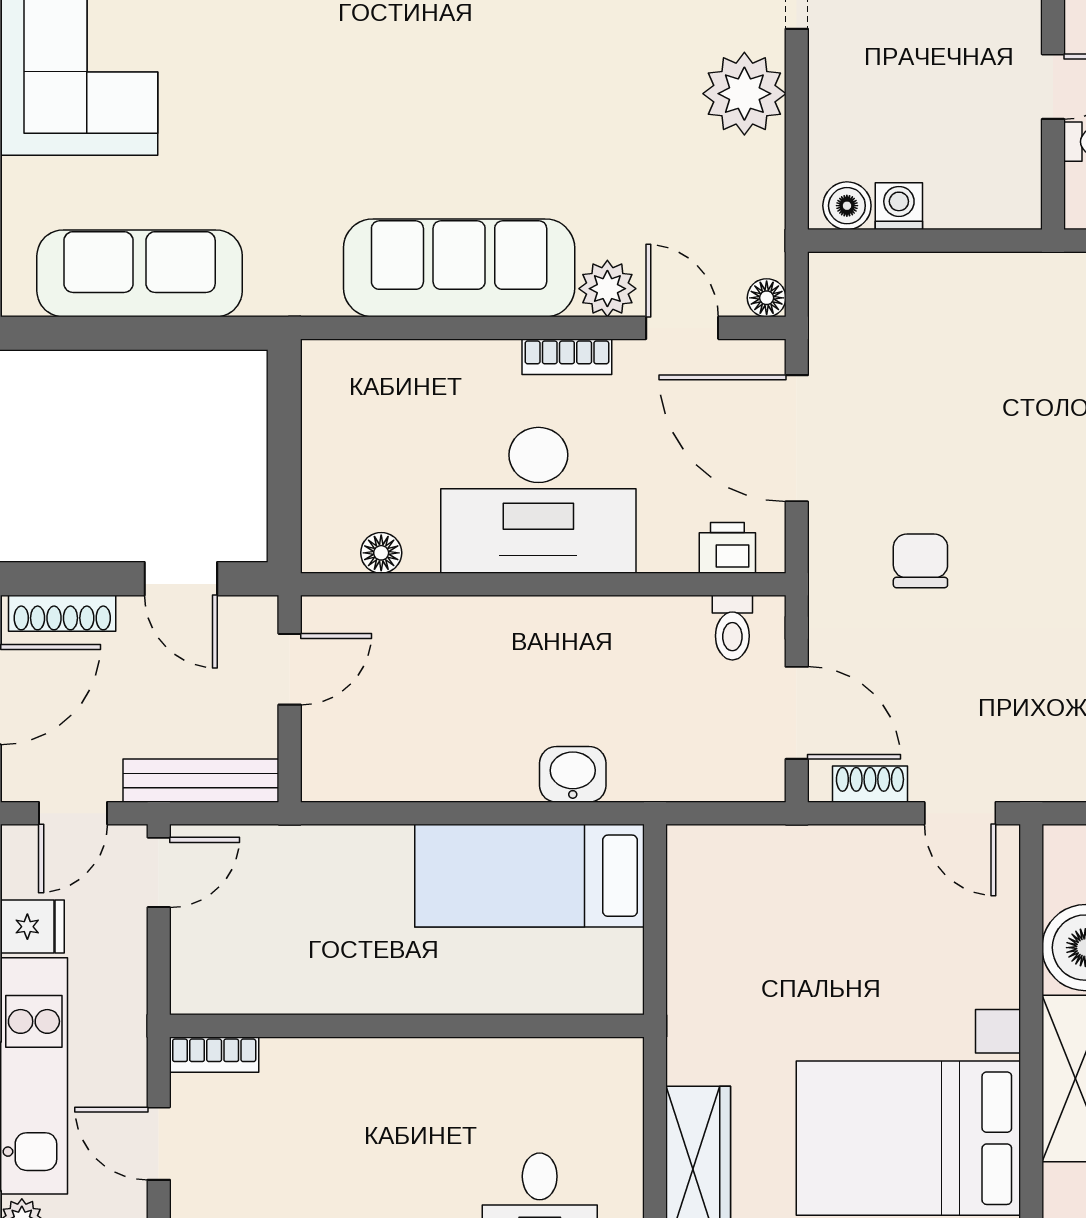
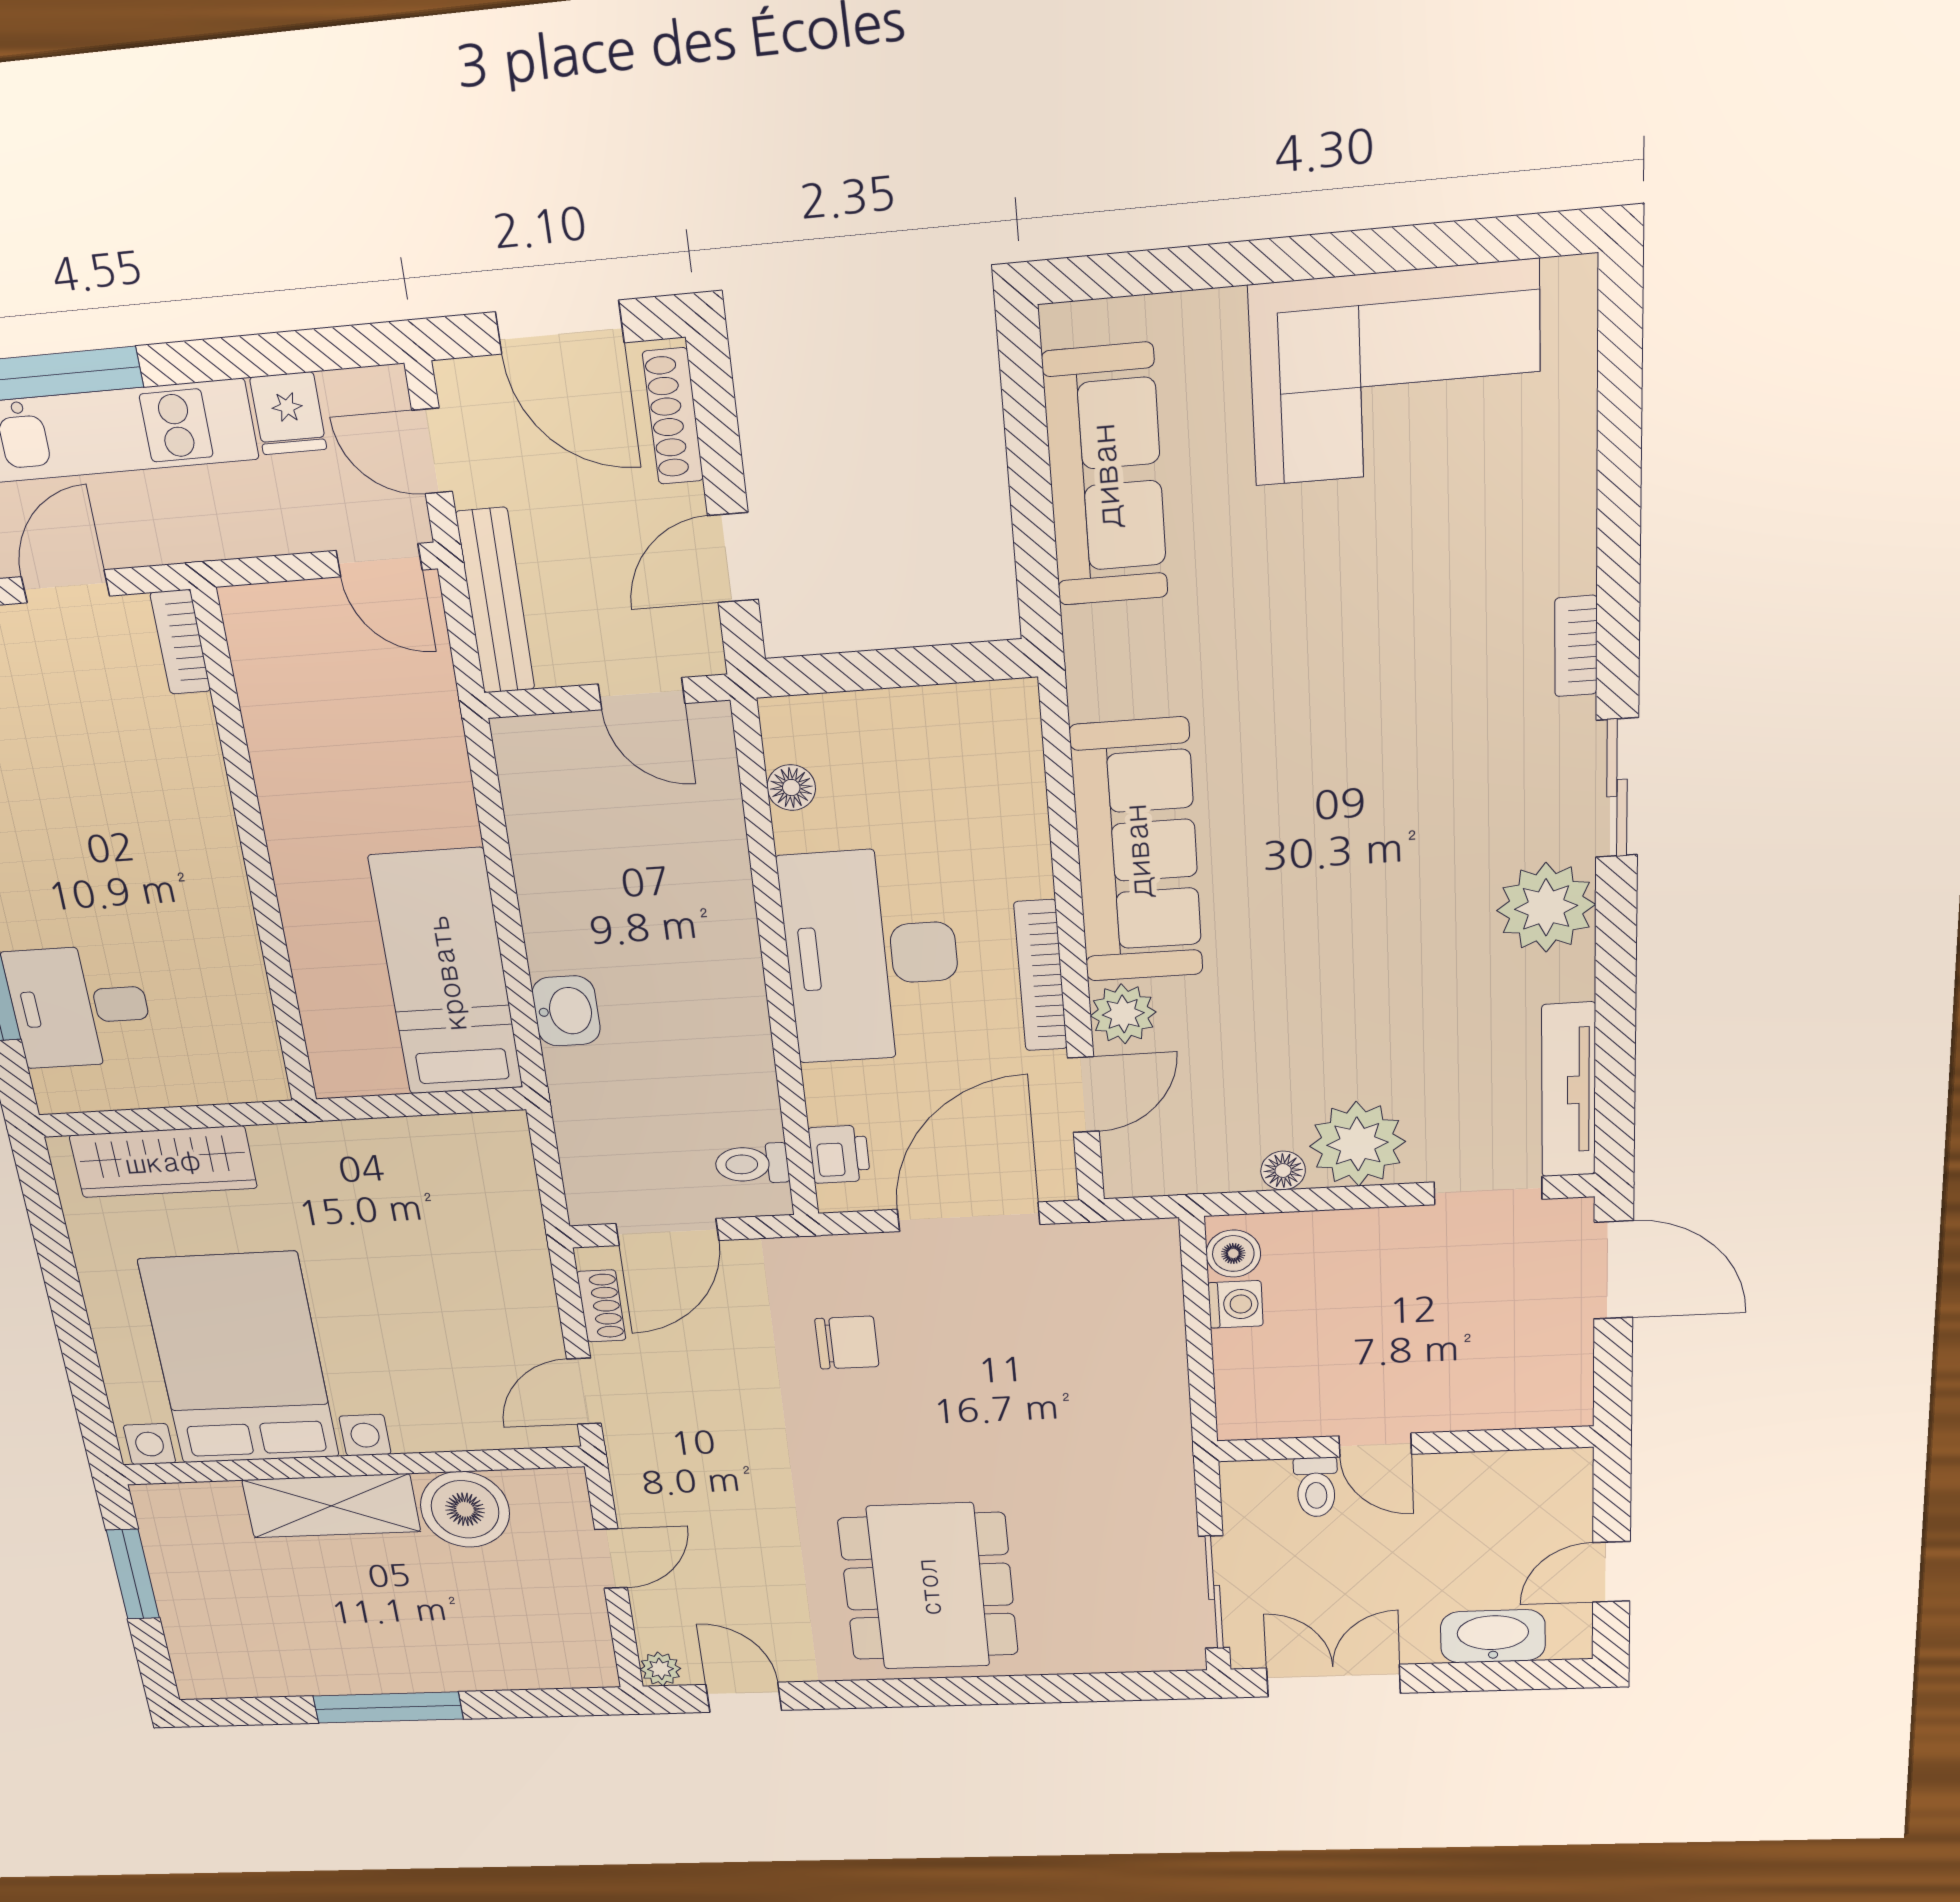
floor lamp: (767, 298) -> (1283, 1171), moved
bookcase: (567, 357) -> (1041, 976), width x1.56

